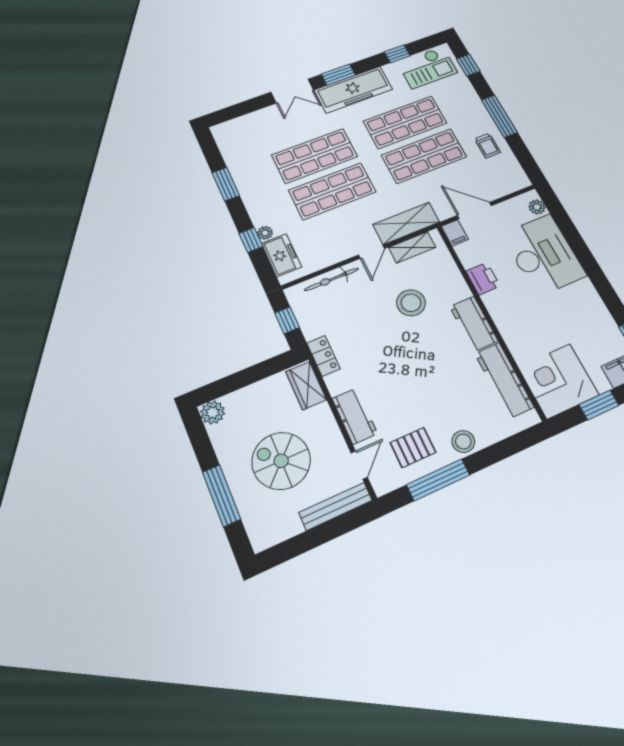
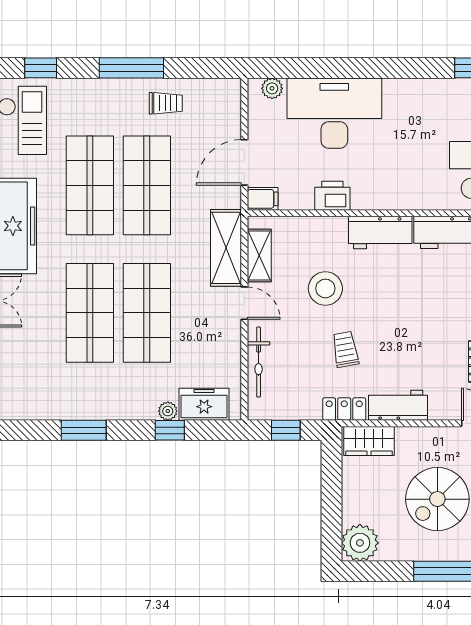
trolley: (371, 337) -> (345, 349), added
plant: (213, 413) -> (360, 543), width x1.36, depth x1.36
workbench: (355, 416) -> (398, 405), moved

